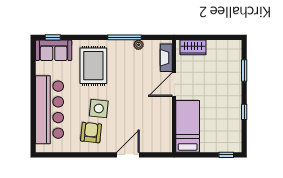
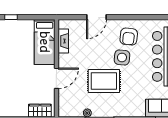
fireplace: (166, 58) -> (63, 41), moved
rug: (93, 66) -> (104, 81), moved, turned 90

